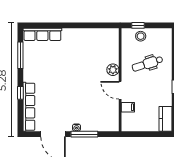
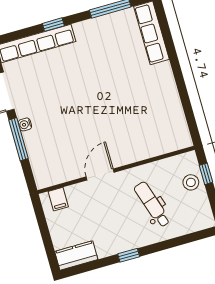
plant: (113, 70) -> (128, 155), removed
filing cabinet: (128, 107) -> (58, 199), moved

